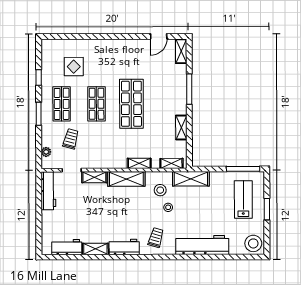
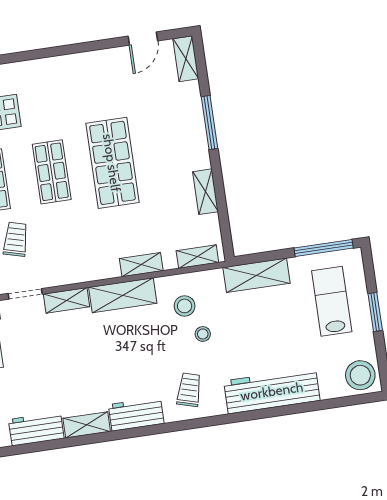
shelving: (191, 179) -> (256, 275), moved

